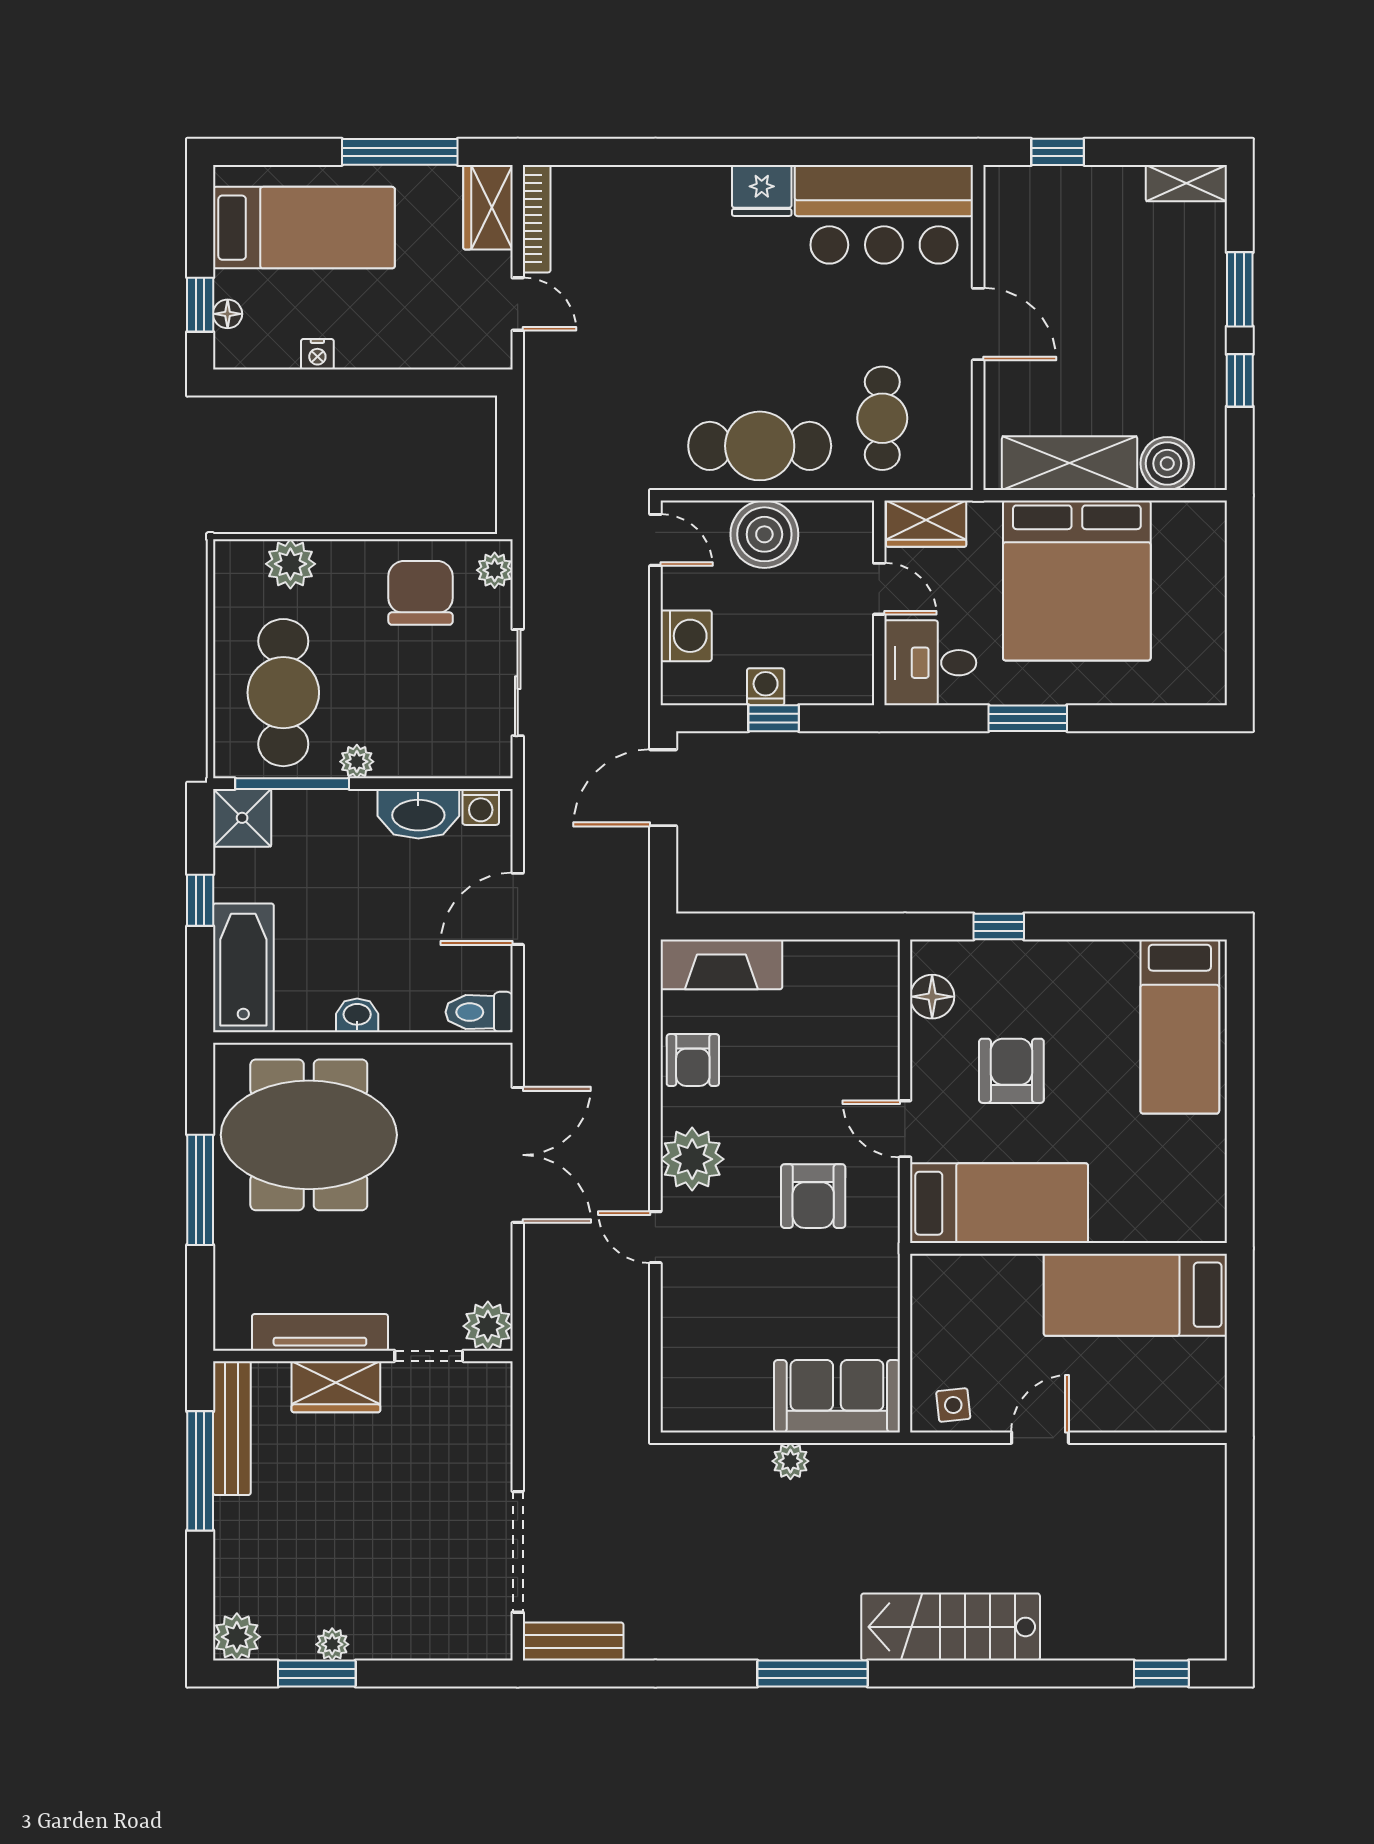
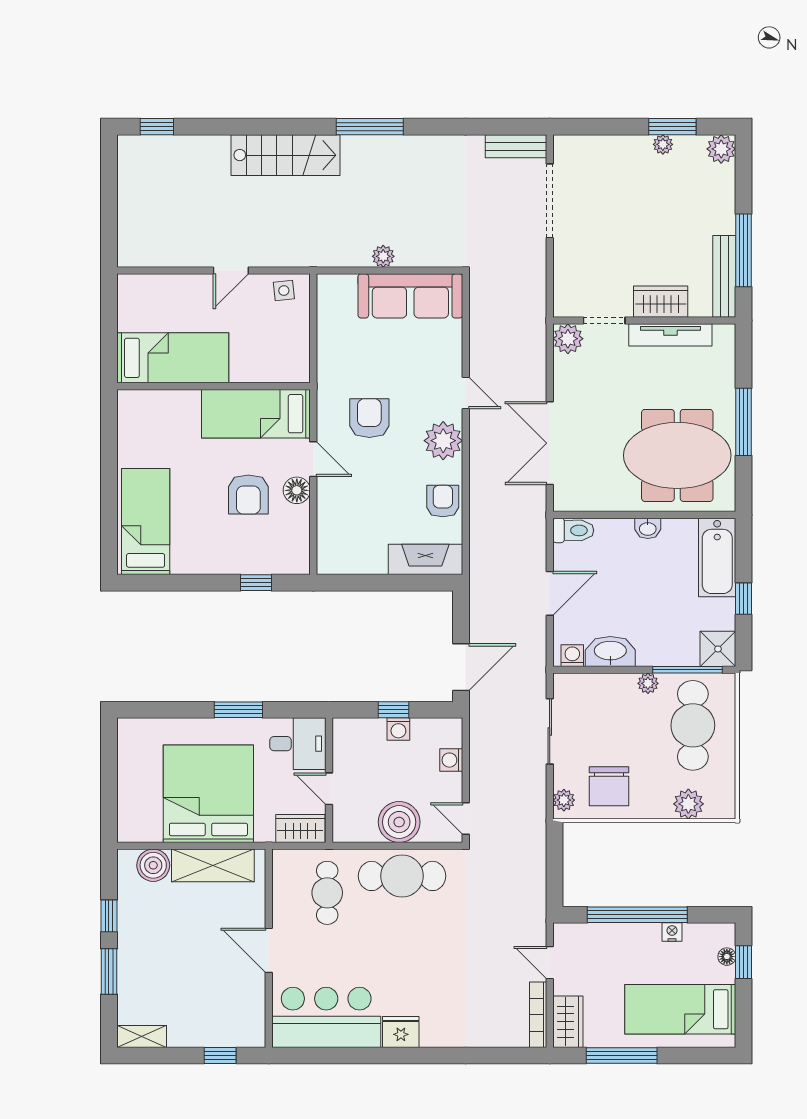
window: (374, 383) -> (637, 915), added
washing machine: (686, 636) -> (451, 760), width x0.73, depth x0.73
floor lamp: (932, 997) -> (297, 490), moved
sofa: (837, 1396) -> (410, 296), moved, width x1.36

